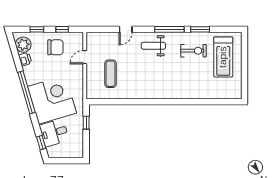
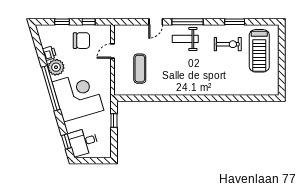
window: (169, 29) -> (188, 22), moved
plant: (23, 45) -> (56, 67), moved
desk: (54, 133) -> (83, 142), moved

